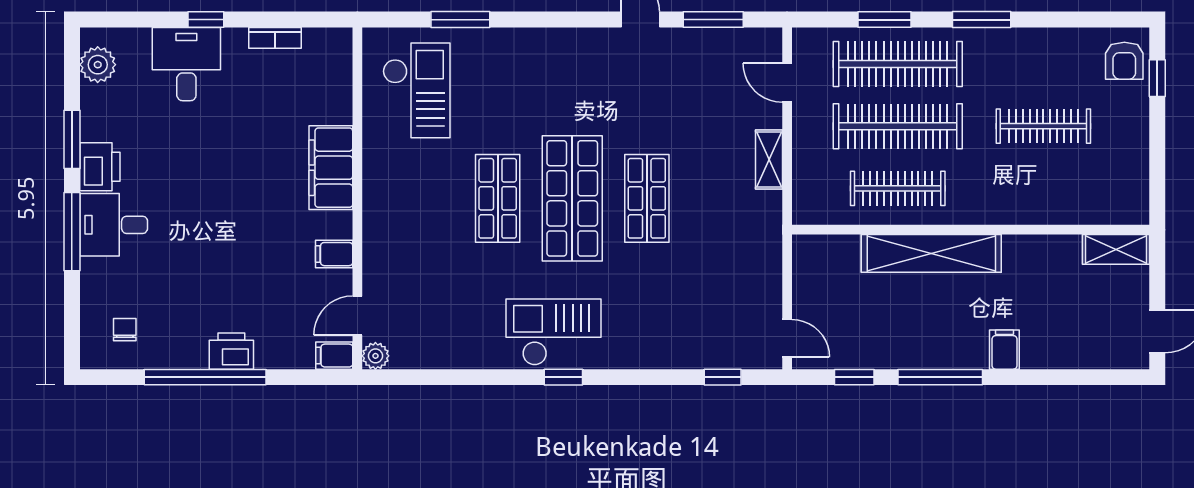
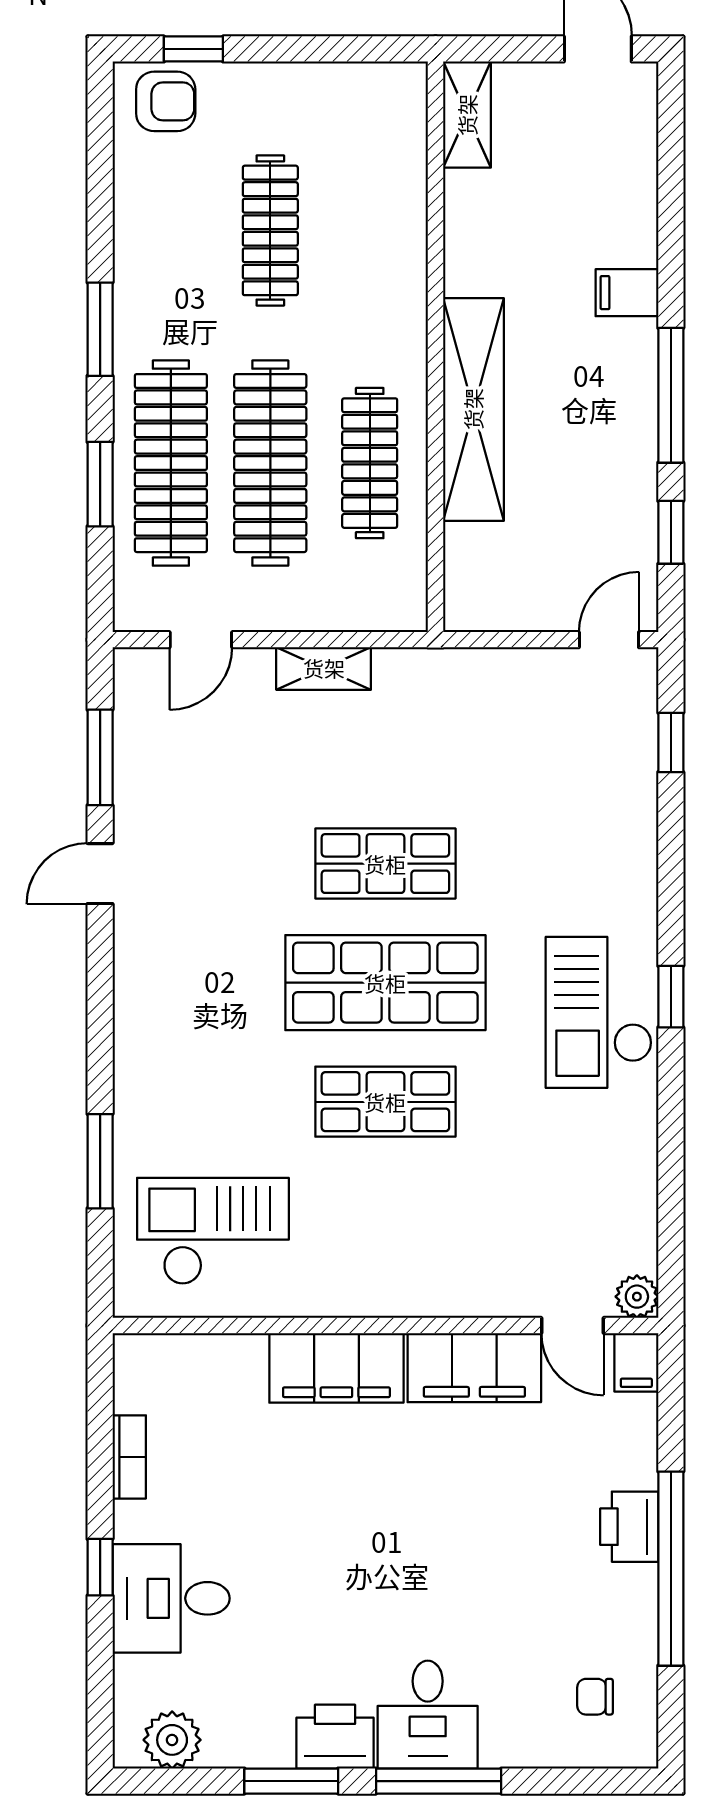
filing cabinet: (334, 254) -> (474, 1368), width x3.00, depth x1.17

